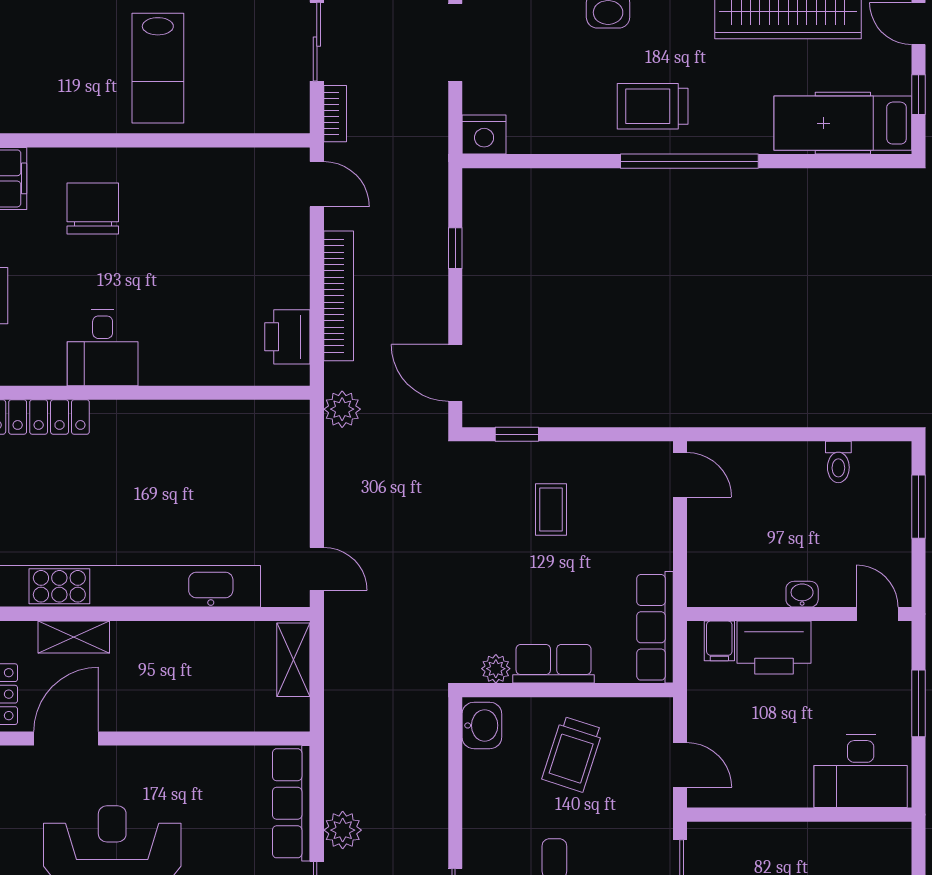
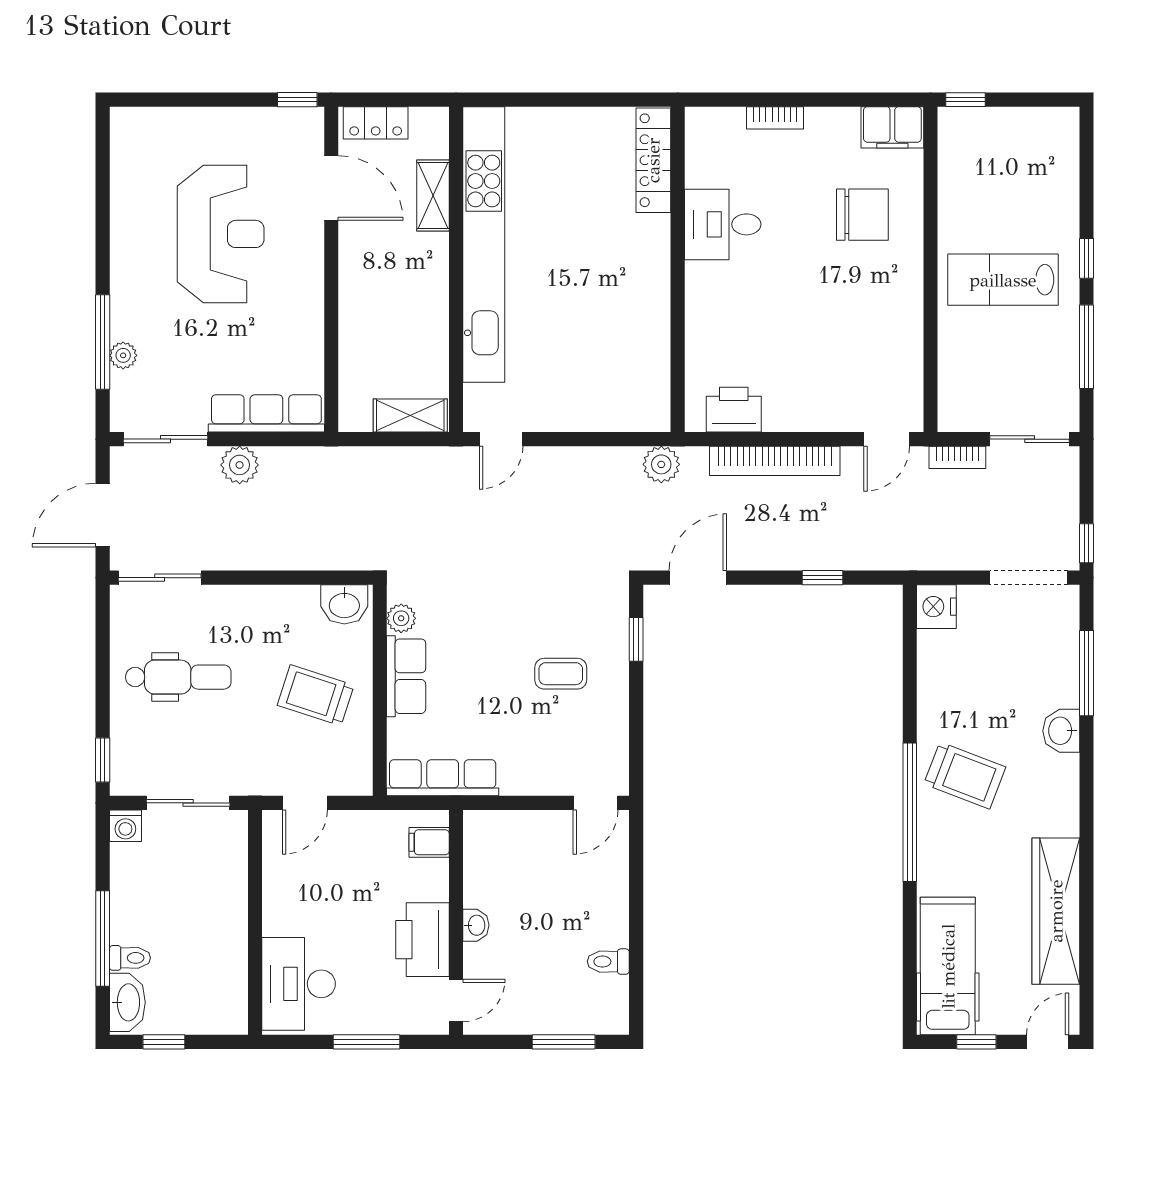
trolley: (653, 106) -> (965, 776), turned 111
printer: (774, 648) -> (422, 940), moved

